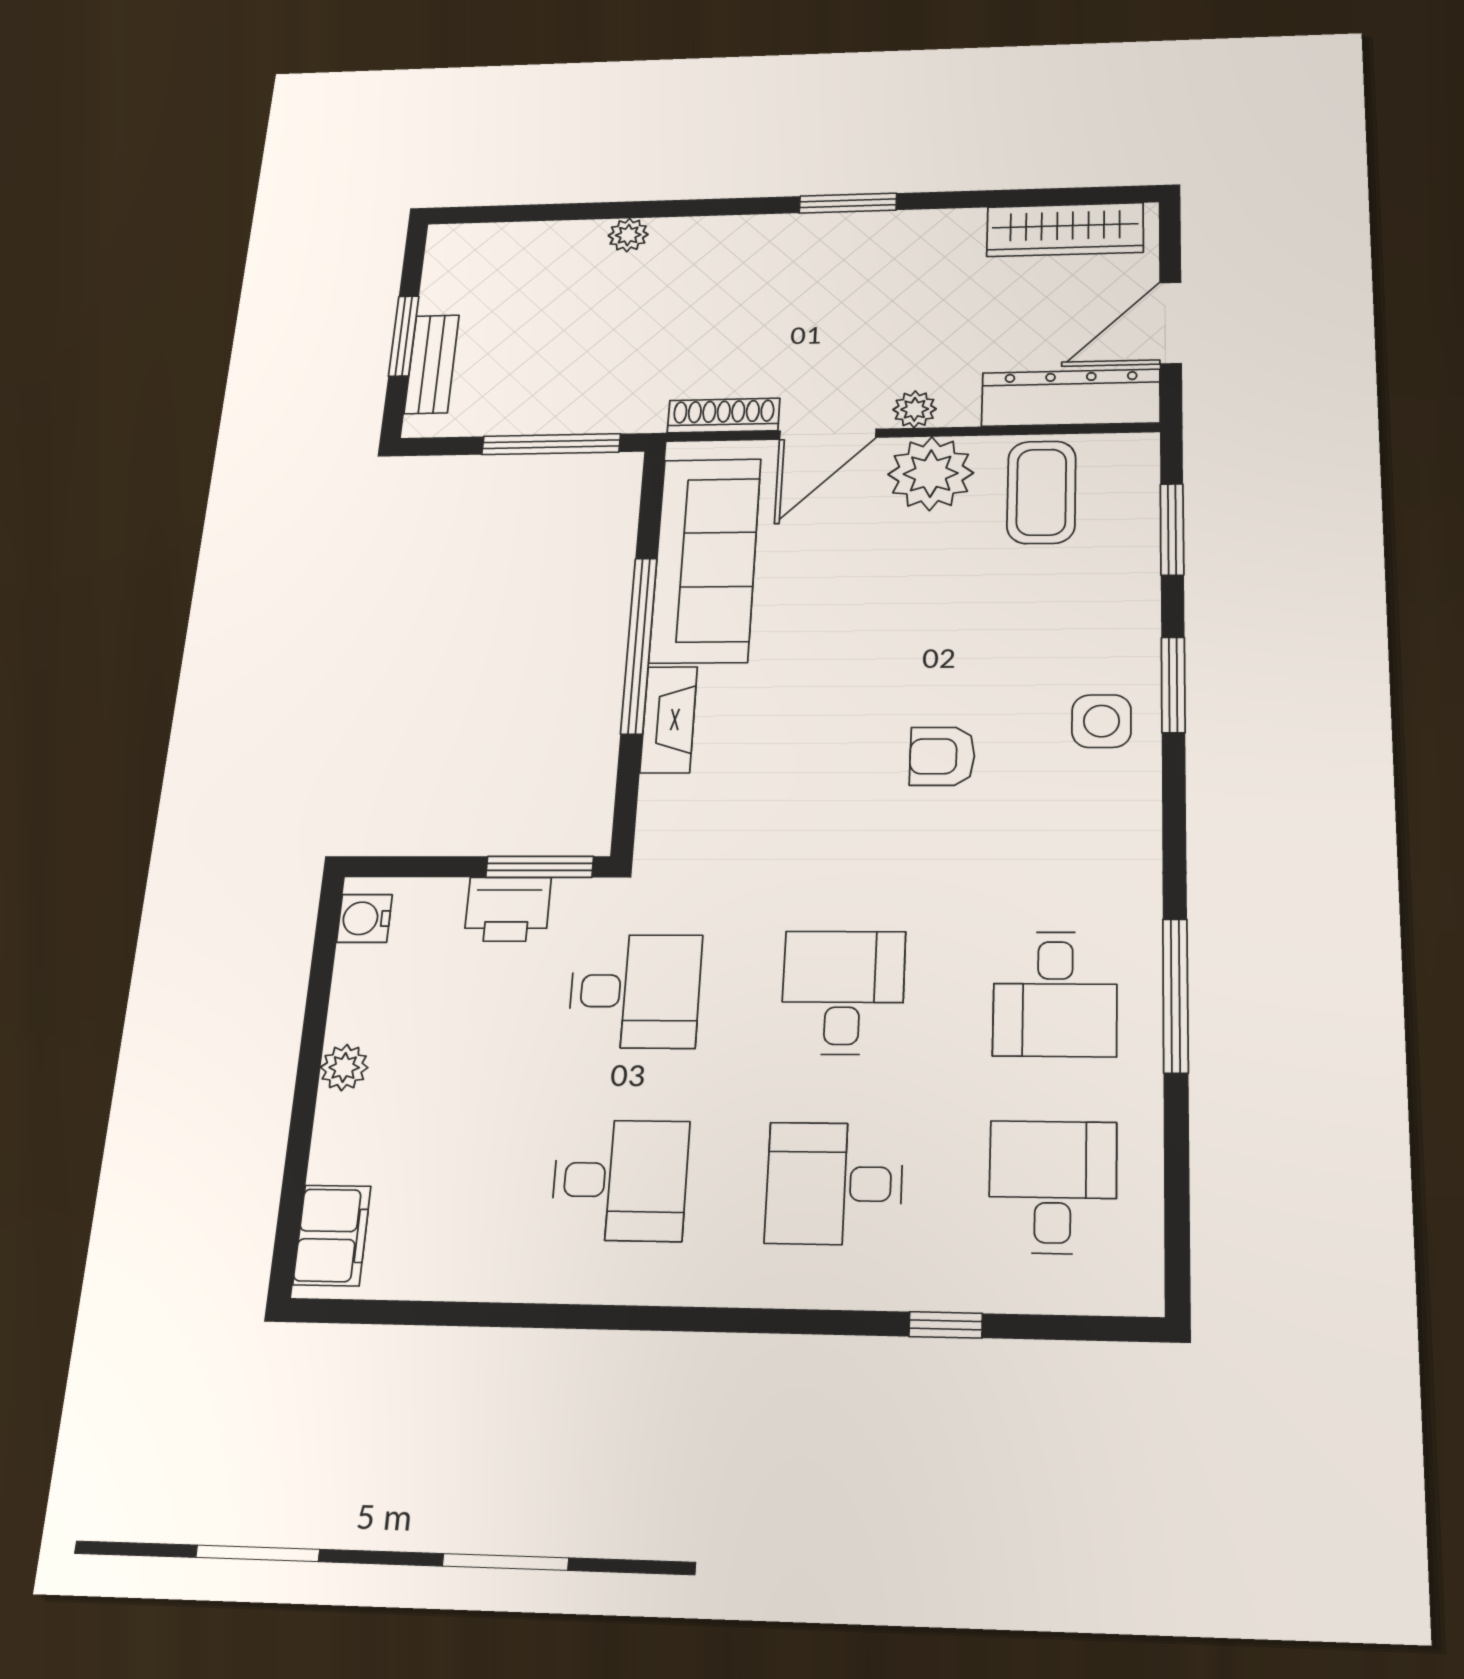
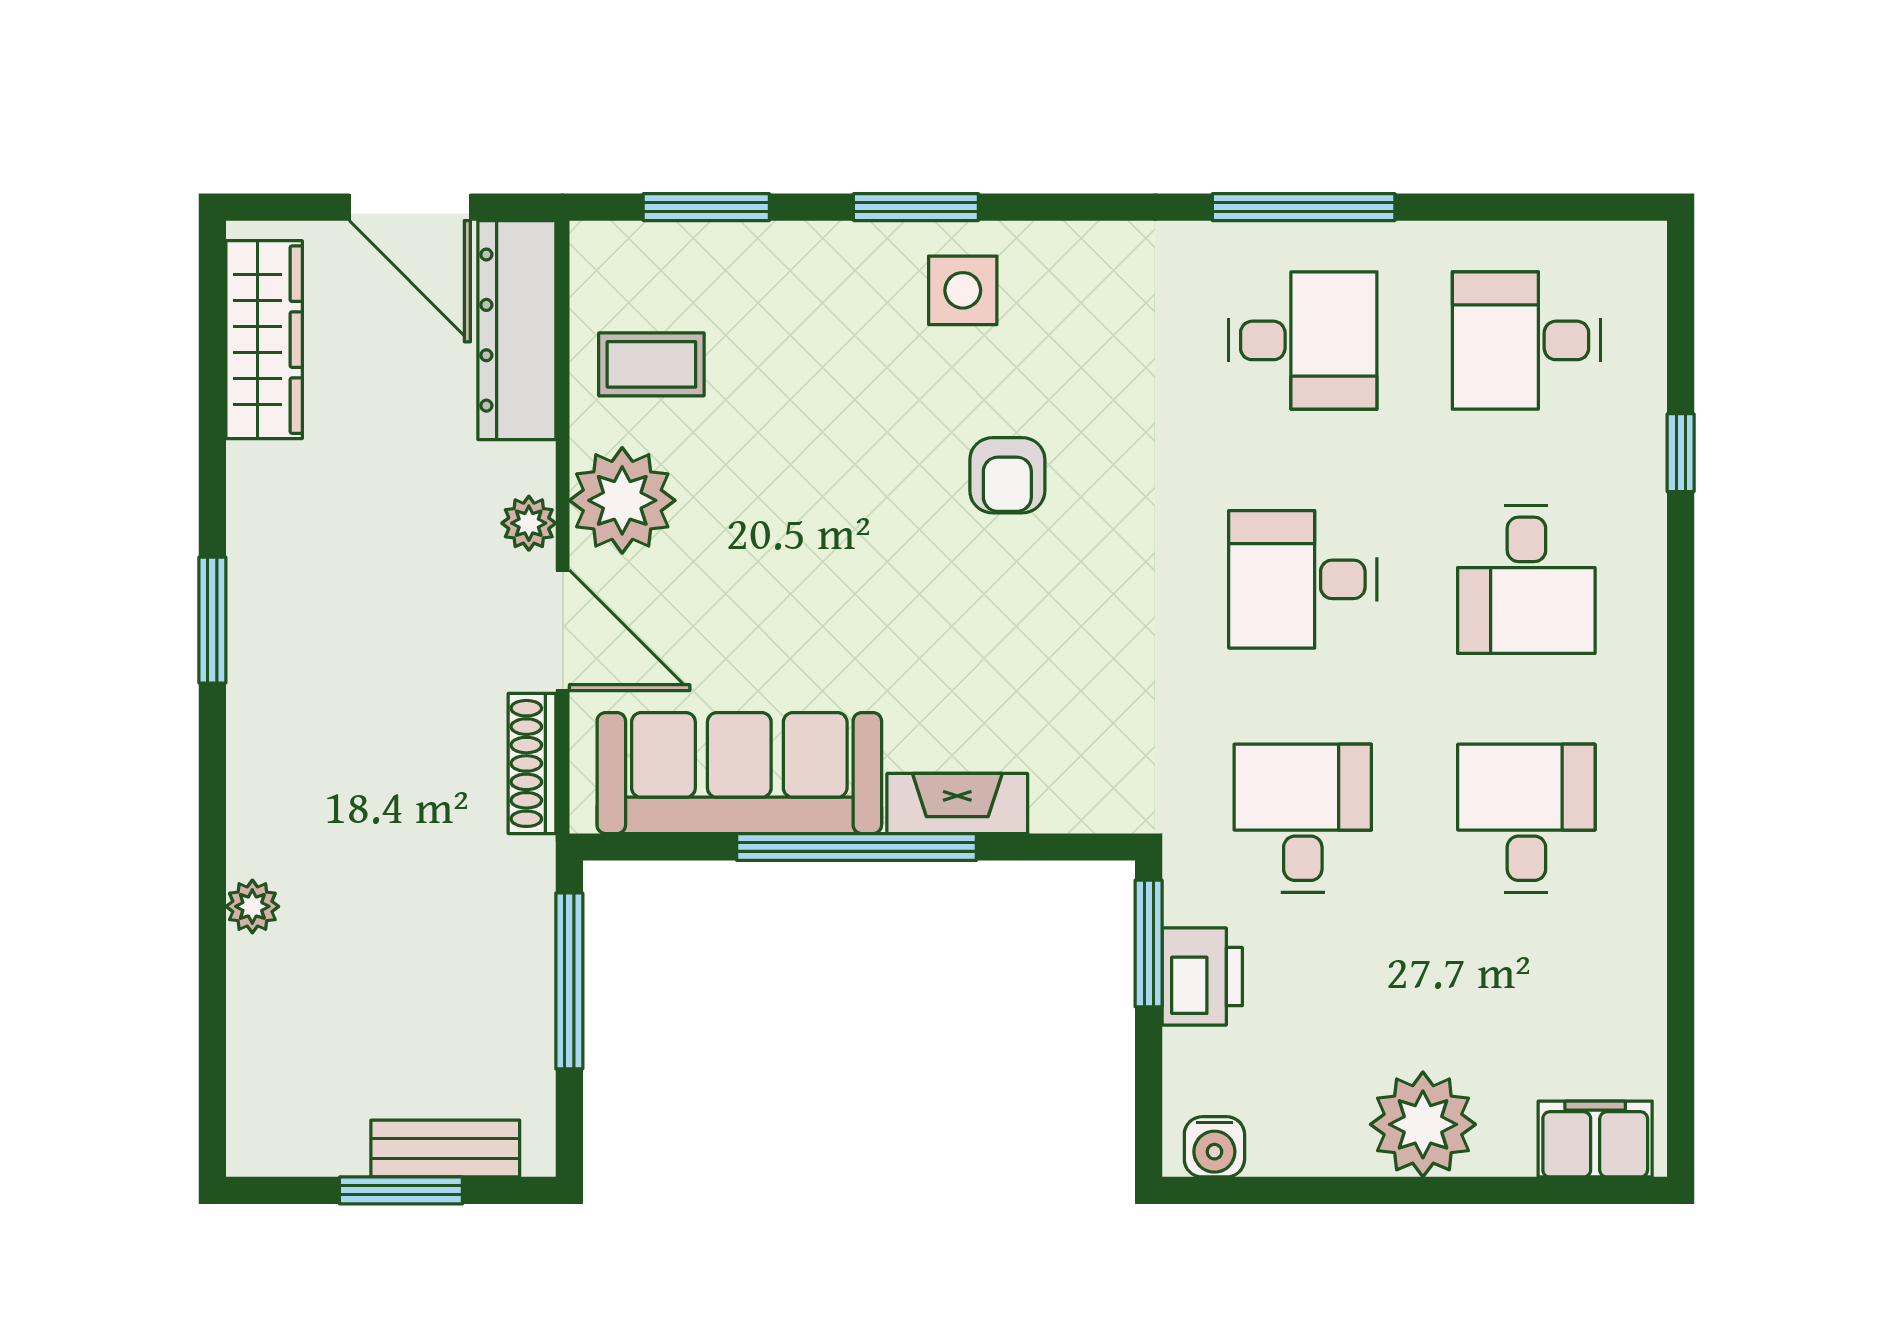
coffee table: (1041, 492) -> (651, 364), width x0.73, depth x0.77
plant: (344, 1067) -> (1423, 1124), width x1.88, depth x1.88

